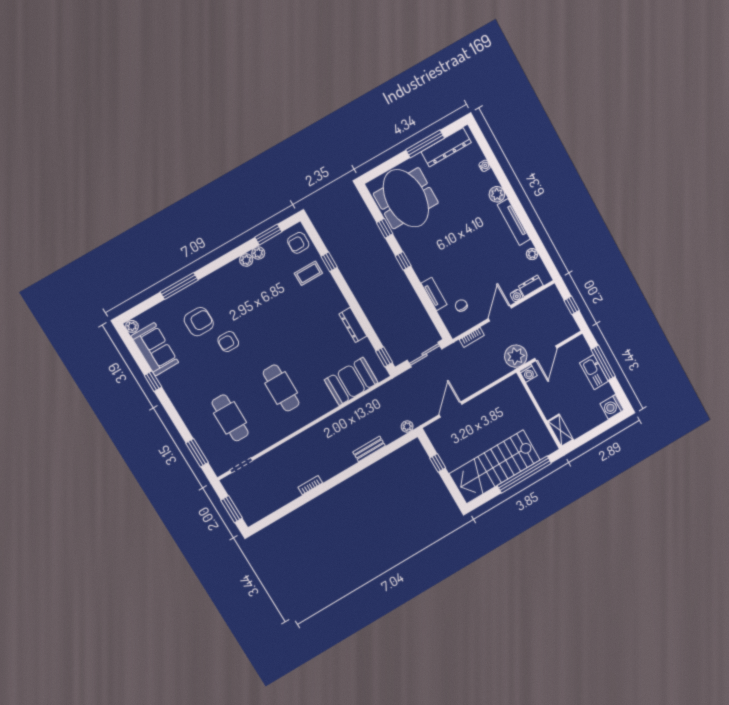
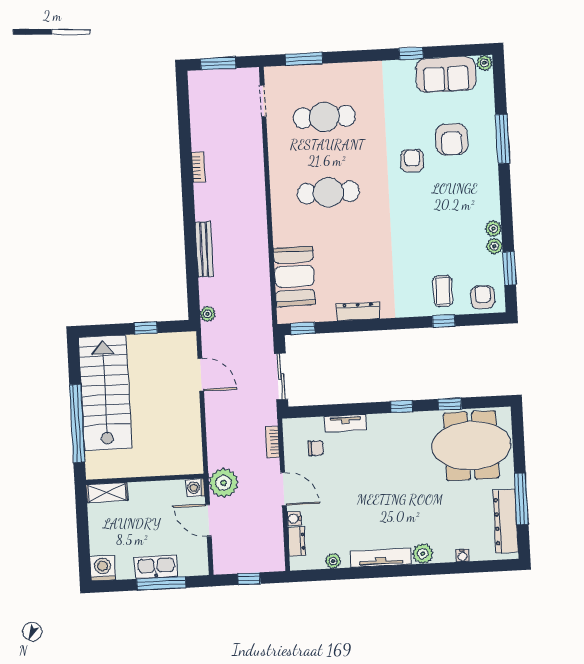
bench: (369, 449) -> (204, 249), width x1.36

